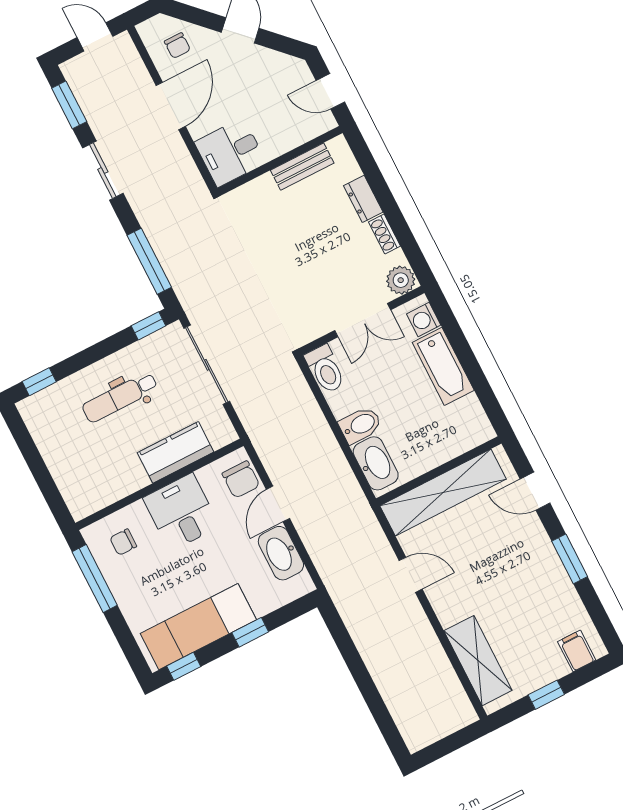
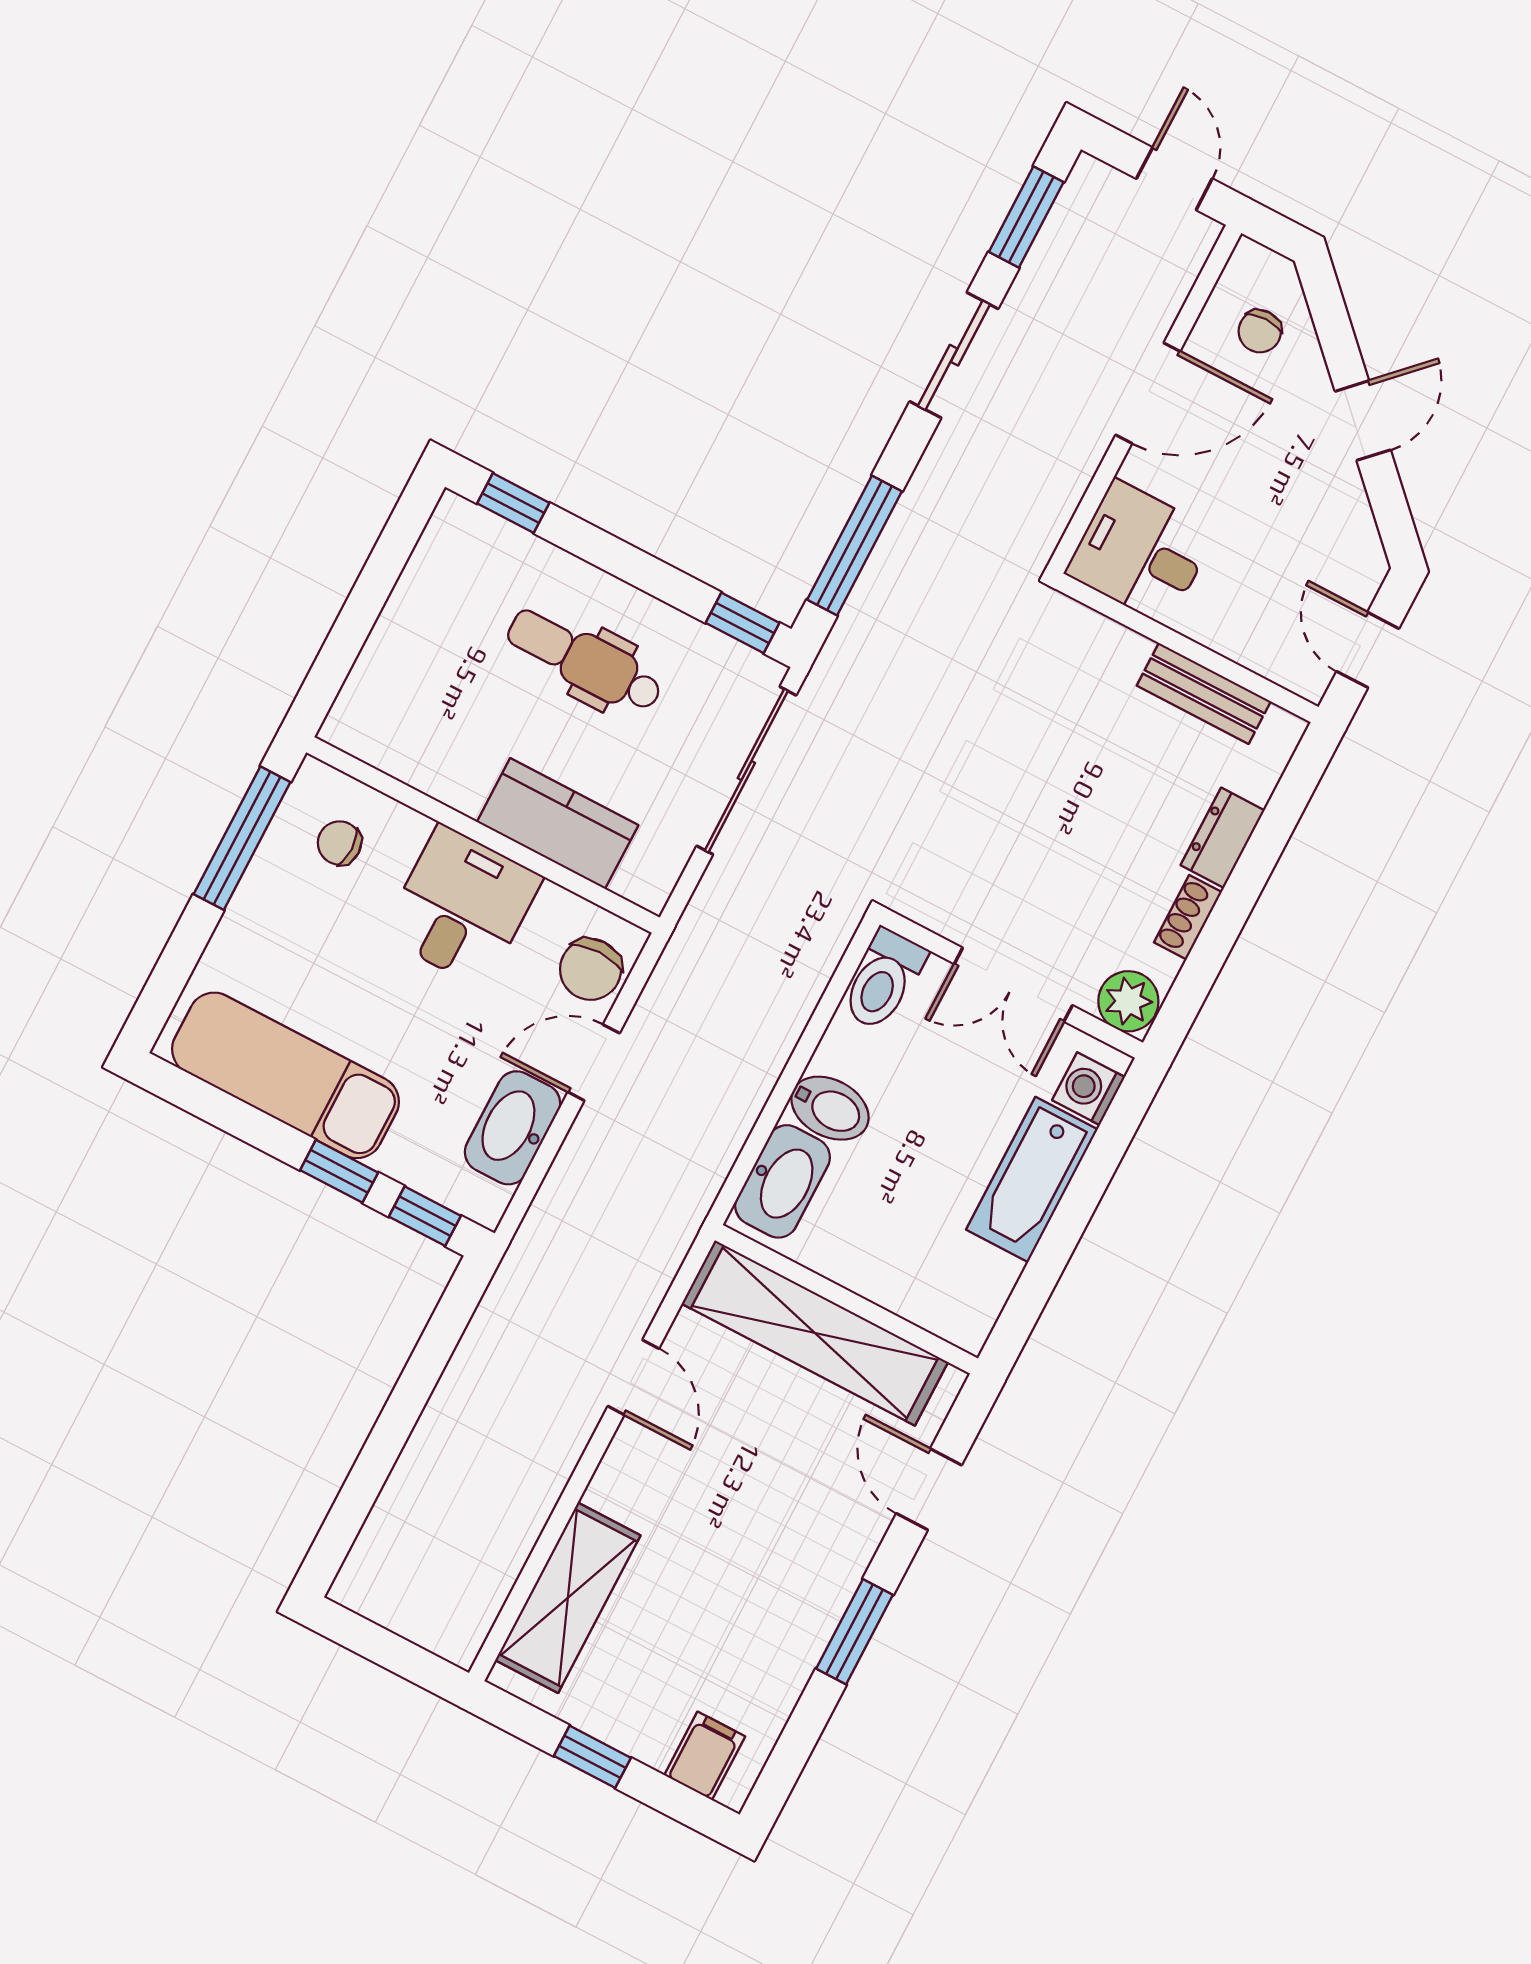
window: (184, 666) -> (425, 1216), moved

